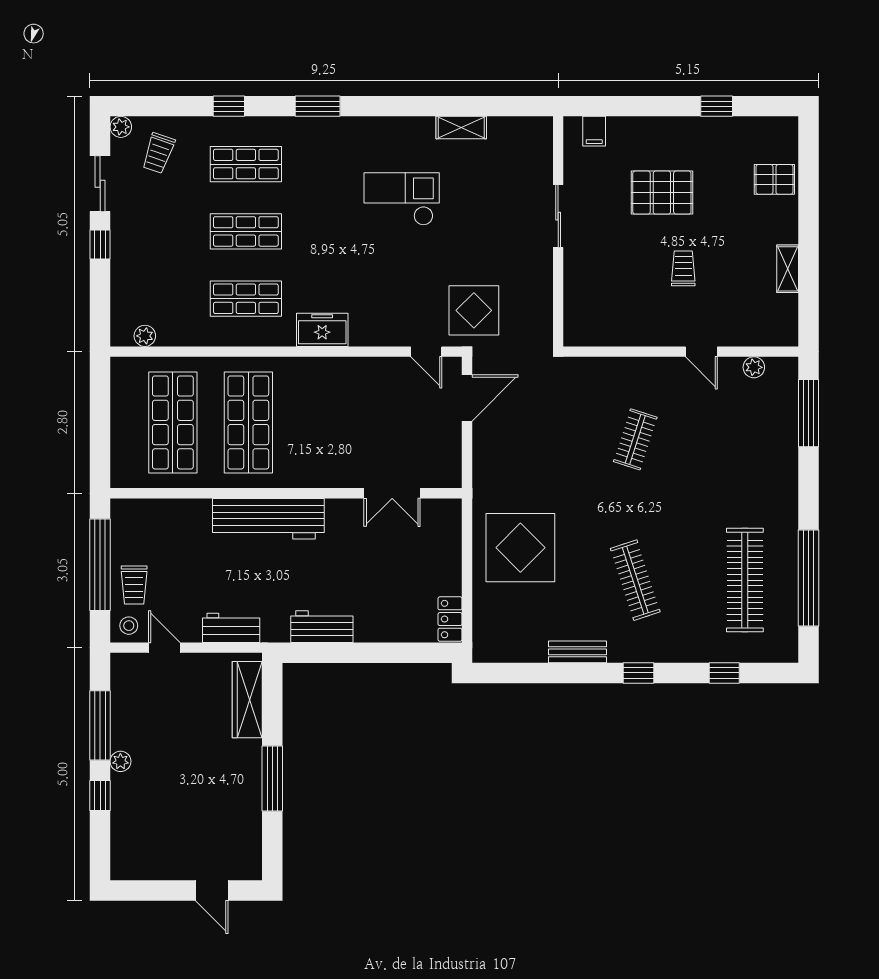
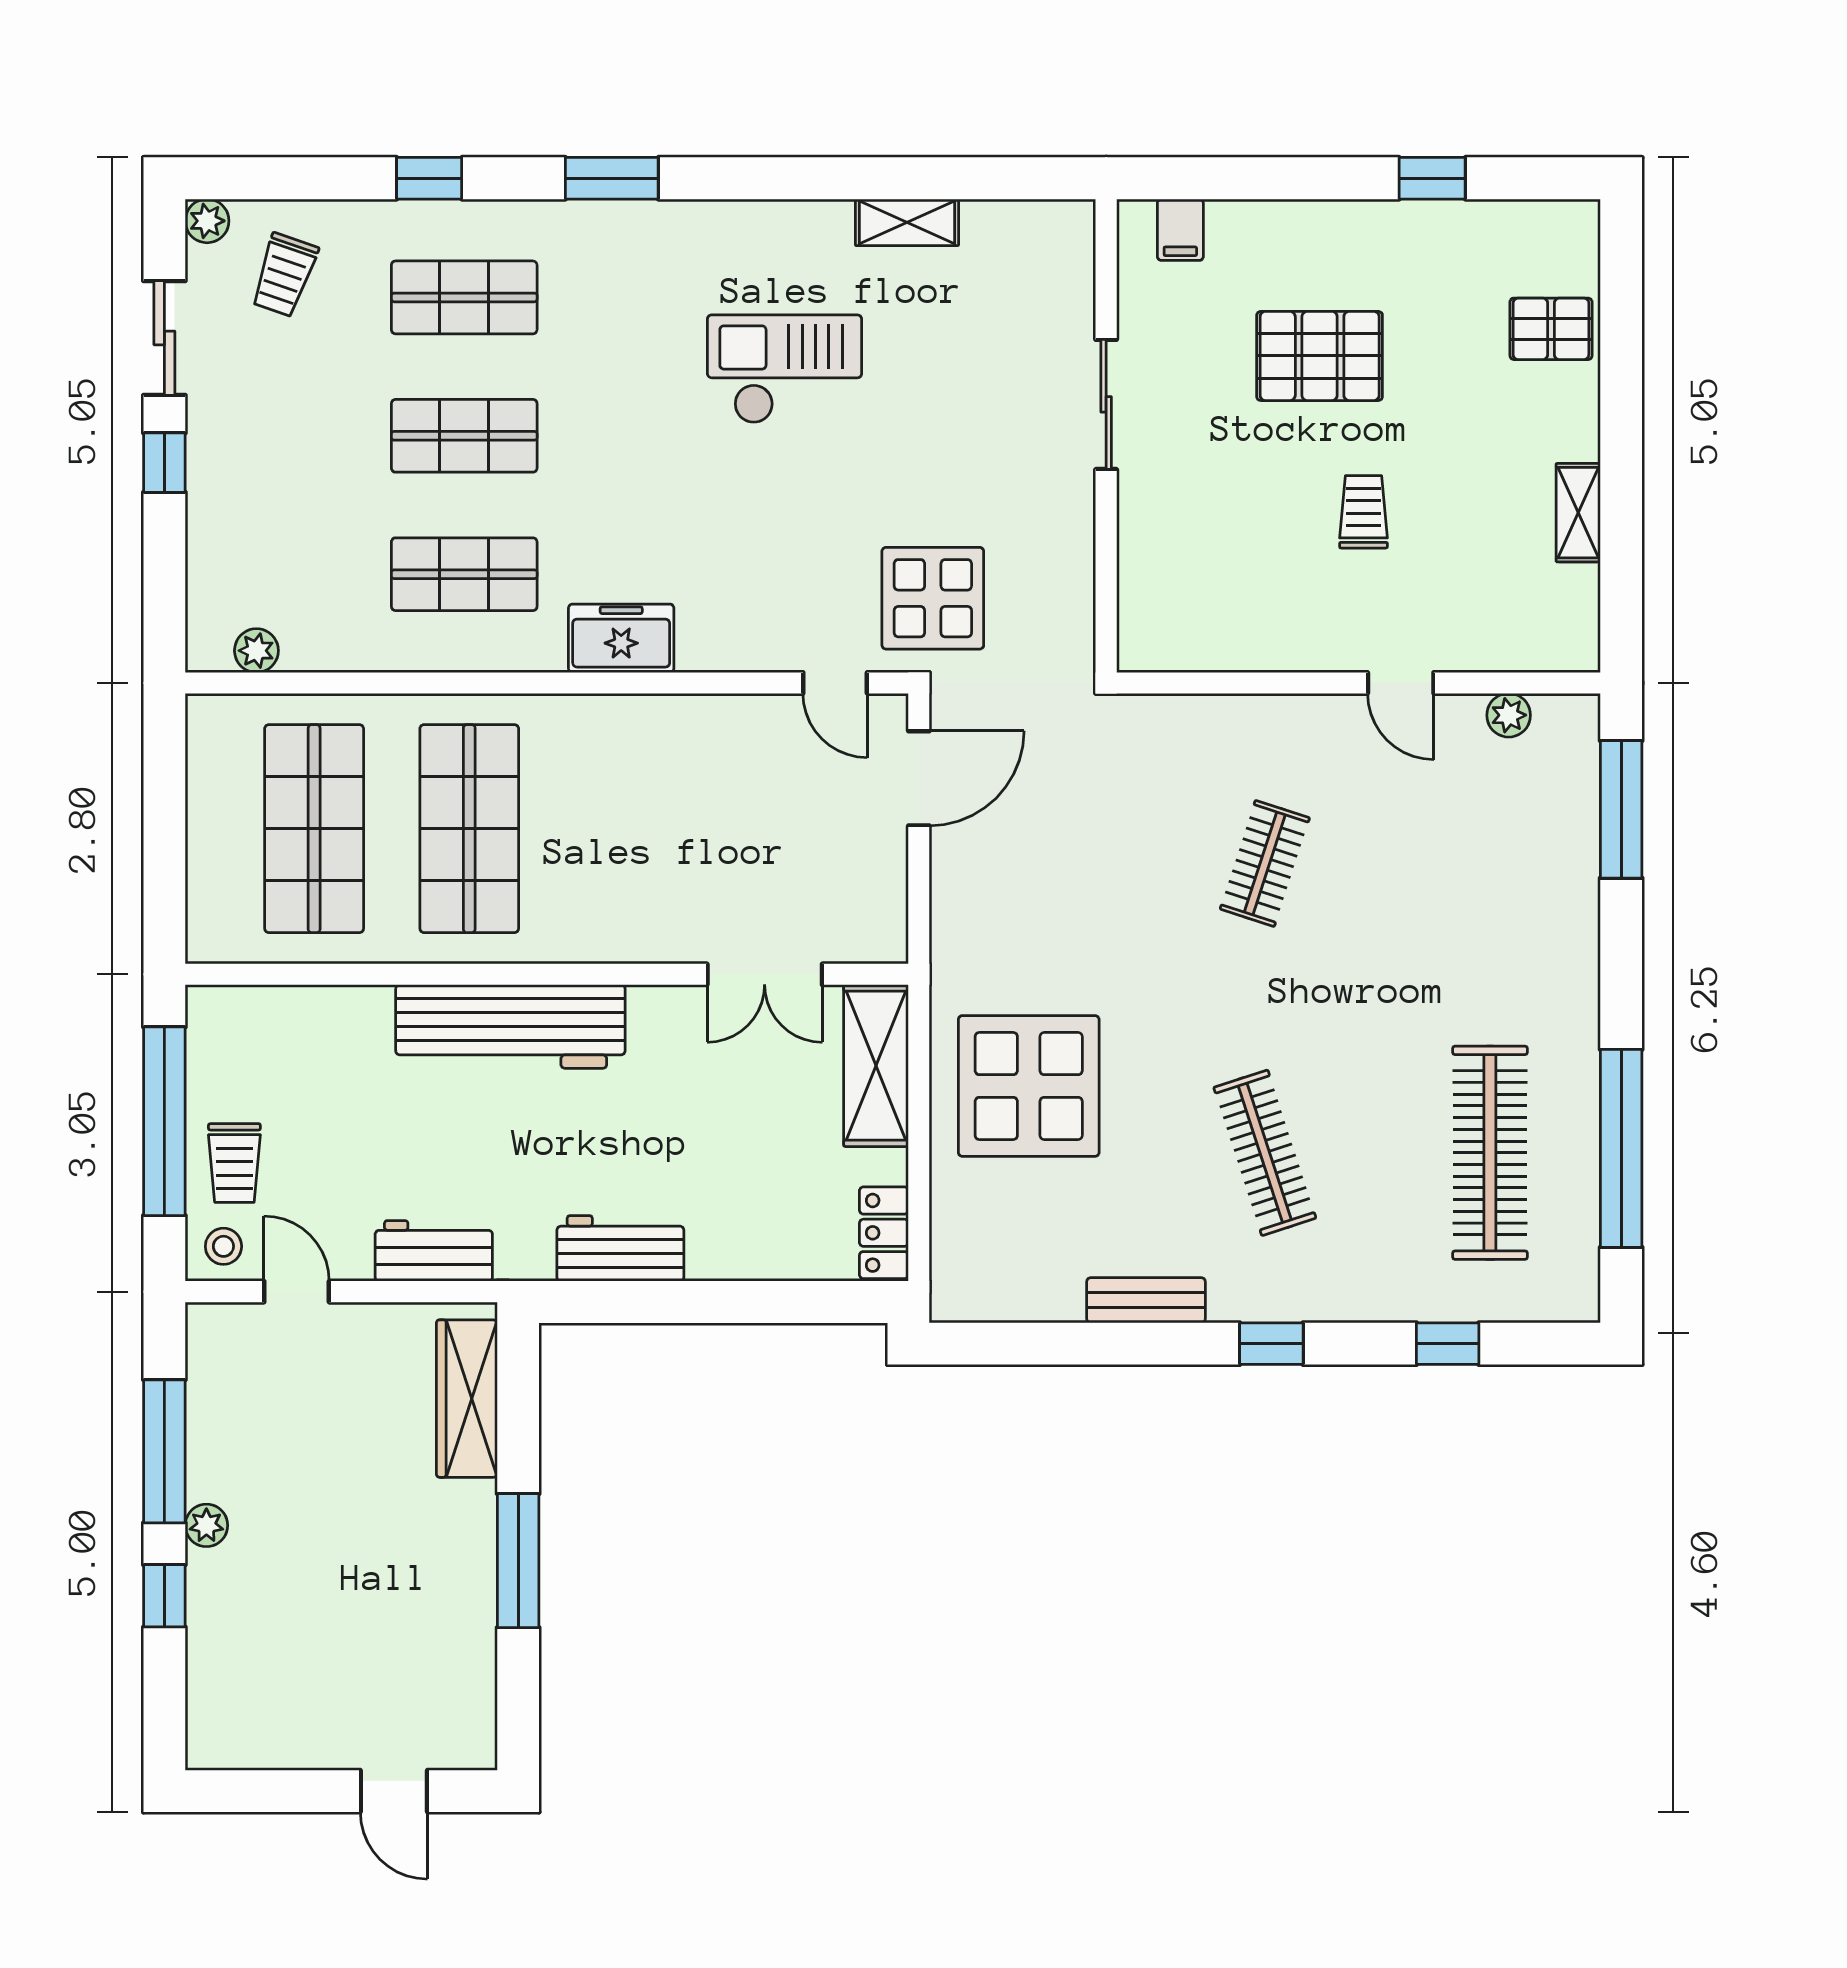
shelving: (446, 538) -> (876, 1066), added

